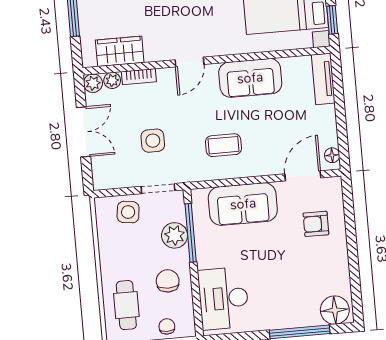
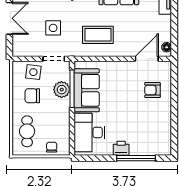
coffee table: (223, 145) -> (98, 35), width x1.36, depth x1.30
sofa: (243, 204) -> (87, 90), moved, turned -90
chair: (168, 281) -> (32, 96), moved, turned -90
floor lamp: (335, 310) -> (160, 146), removed
printer: (275, 319) -> (121, 148), added

